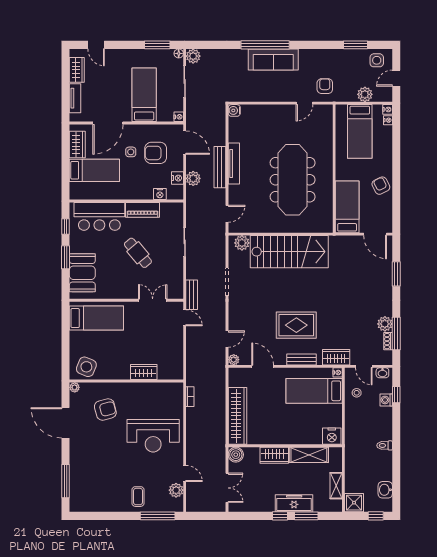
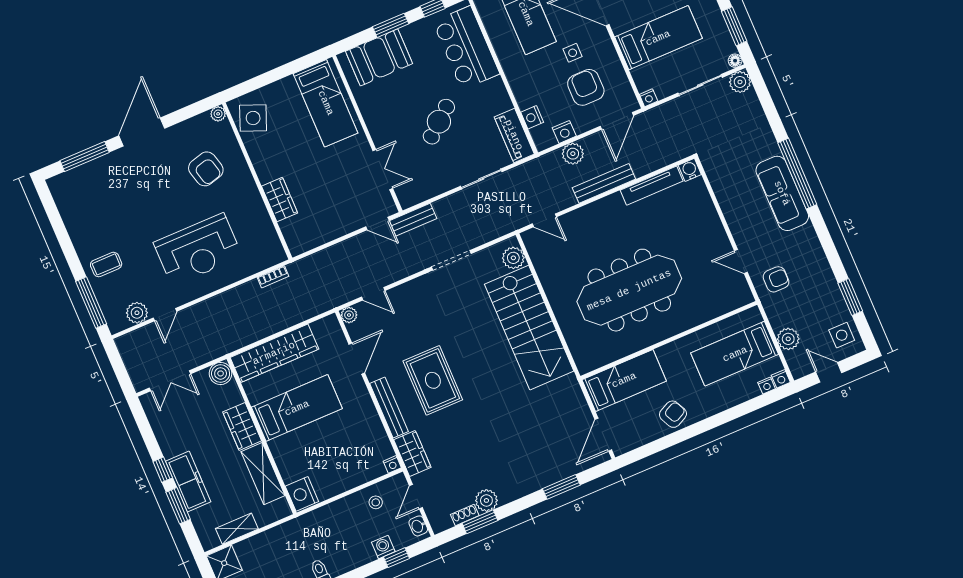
tv unit: (234, 163) -> (652, 186), moved
piano: (142, 210) -> (514, 135), moved
door: (185, 318) -> (377, 223), hinge flipped
window: (396, 333) -> (480, 522), width x0.69
bench: (301, 359) -> (389, 408), width x1.36
bed: (314, 391) -> (297, 408), moved, turned 90
door: (66, 423) -> (142, 132), moved
reception desk: (153, 436) -> (198, 250), turned -90

